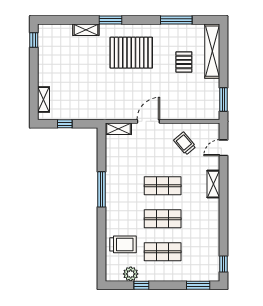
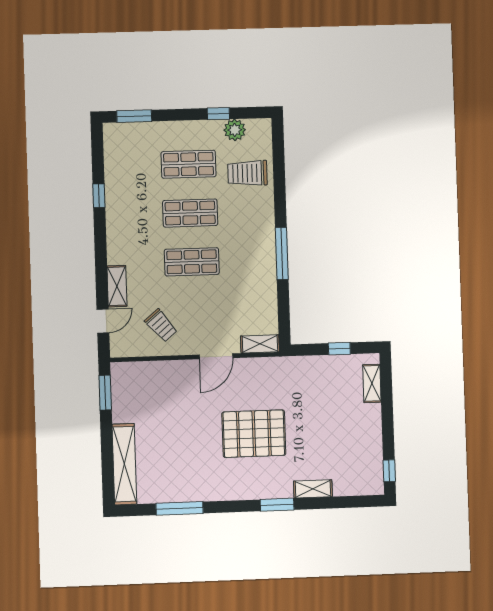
pallet: (131, 53) -> (254, 434), moved
pallet: (184, 62) -> (166, 446), removed
shelving: (213, 184) -> (117, 286), moved
window: (224, 264) -> (99, 196), moved

